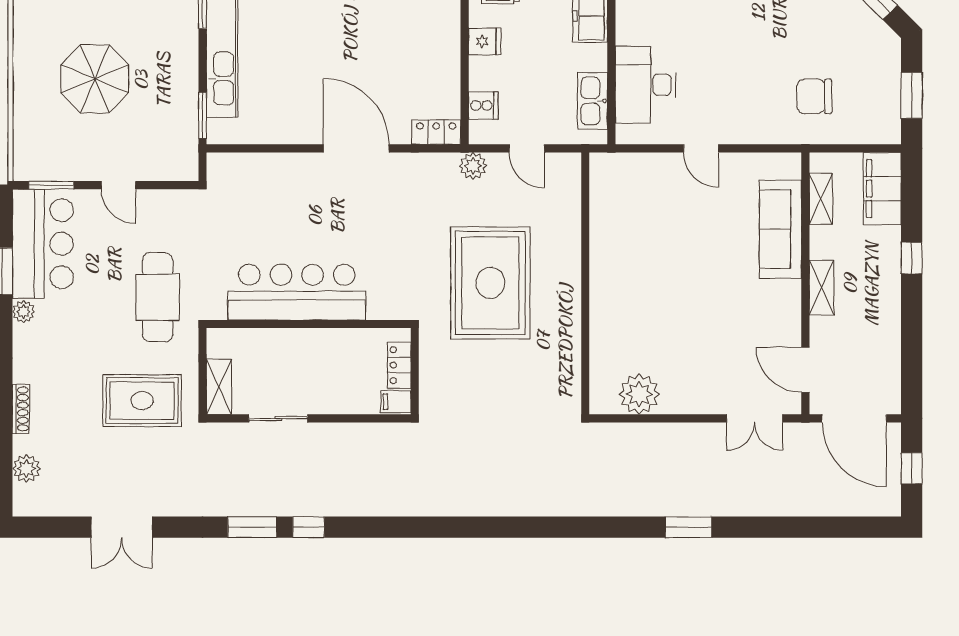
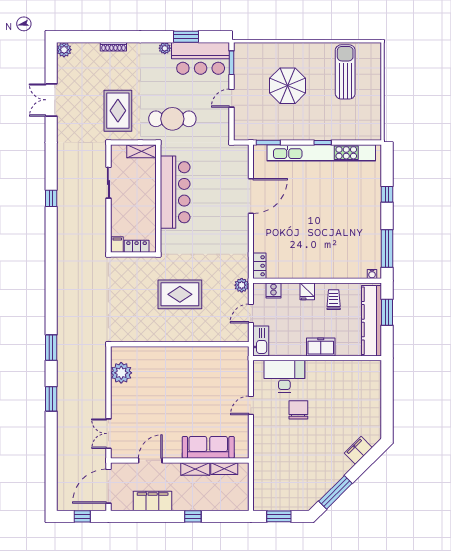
chair: (814, 96) -> (298, 410), moved
kitchen sink: (592, 101) -> (261, 341), moved, turned 90
door: (356, 148) -> (251, 196), moved
filing cabinet: (882, 189) -> (153, 501), moved
rug: (490, 283) -> (180, 294), width x0.73, depth x0.69
shelving: (822, 288) -> (195, 469), moved
door: (805, 370) -> (150, 460), moved
shelving: (219, 387) -> (141, 151), moved
plant: (26, 469) -> (64, 50), moved
window: (252, 527) -> (51, 348), moved

